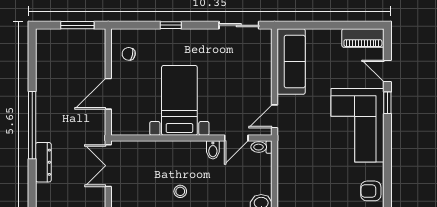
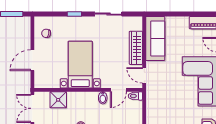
sliding door: (239, 25) -> (108, 14), moved
wardrobe: (262, 75) -> (136, 48), added
door: (274, 116) -> (144, 75), hinge flipped
shower: (147, 153) -> (58, 100), added

